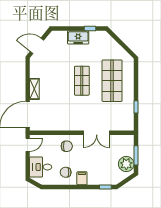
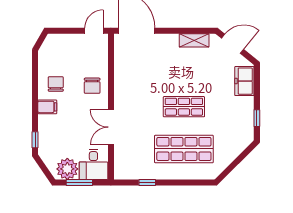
freezer: (78, 37) -> (244, 81), moved
door: (37, 46) -> (233, 44), hinge flipped
shelving: (34, 89) -> (194, 40), moved
door: (28, 145) -> (94, 31), swing flipped
desk: (41, 167) -> (93, 164), moved, turned 180

